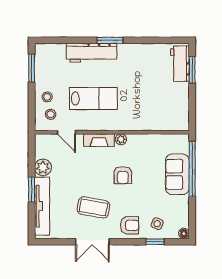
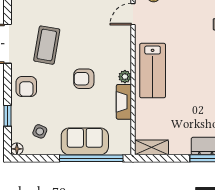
lab bench: (93, 99) -> (153, 71), moved
shelving: (183, 116) -> (152, 147), added
fireplace: (99, 140) -> (124, 102), moved
side table: (157, 224) -> (40, 131), moved

